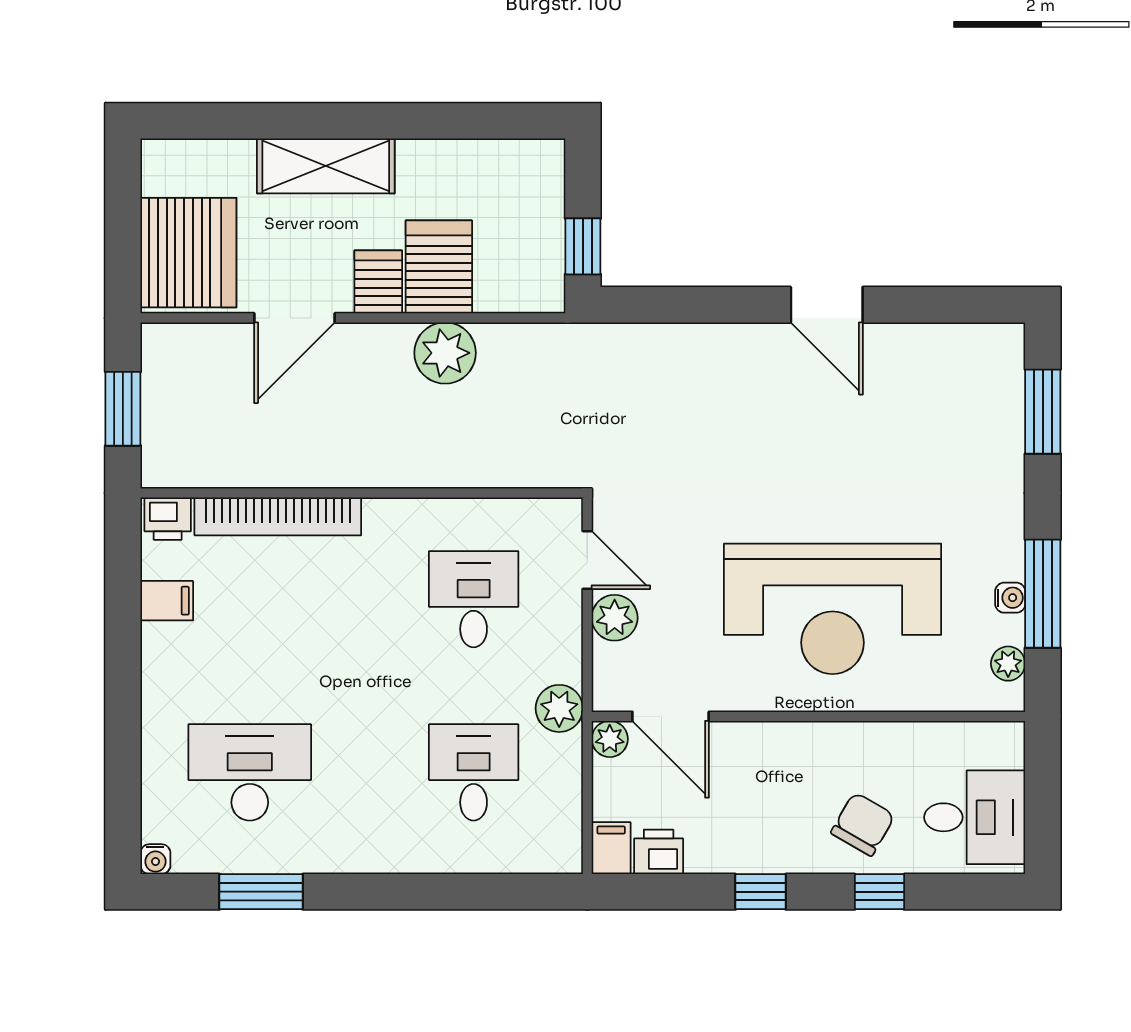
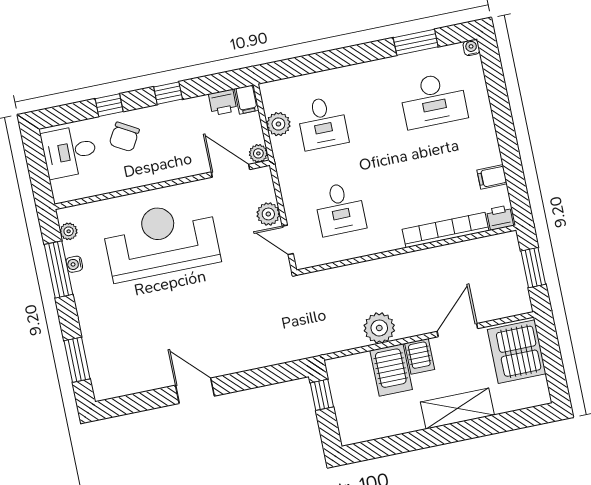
plant: (559, 708) -> (278, 124), moved

